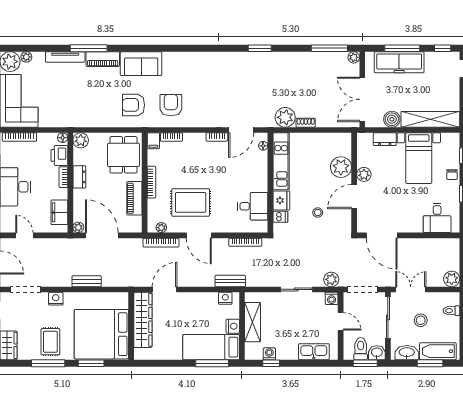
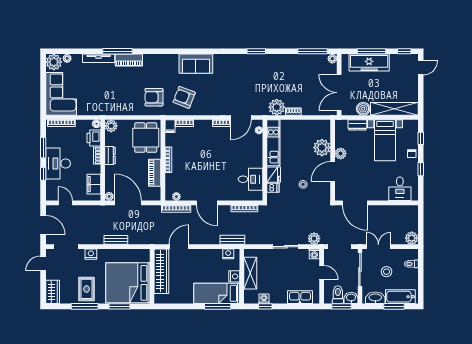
sofa: (141, 64) -> (196, 64), moved
armchair: (171, 105) -> (184, 97), turned -69
rug: (191, 202) -> (200, 176), removed

